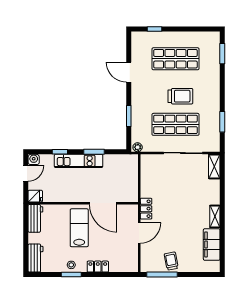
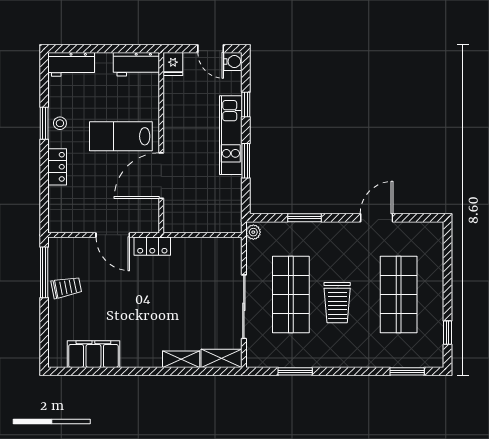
window: (155, 29) -> (448, 333), moved
shelving: (215, 216) -> (181, 359), moved
lab bench: (79, 228) -> (121, 136), turned 180

